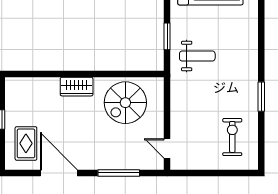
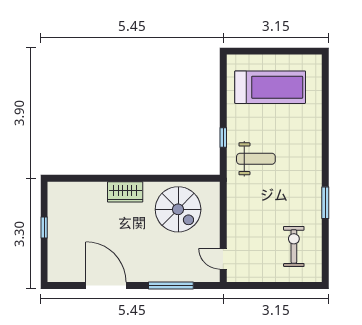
window: (167, 36) -> (223, 138), width x0.67
spiral stairs: (125, 103) -> (178, 209), turned -90
rug: (26, 143) -> (70, 253), removed

